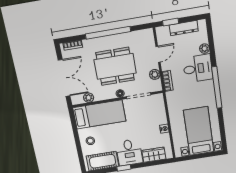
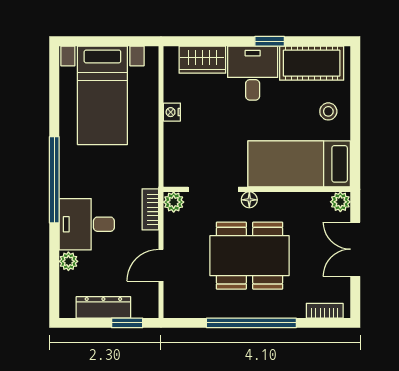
plant: (155, 74) -> (174, 202), moved
double door: (64, 78) -> (355, 249), width x0.73
plant: (89, 98) -> (340, 202), moved

